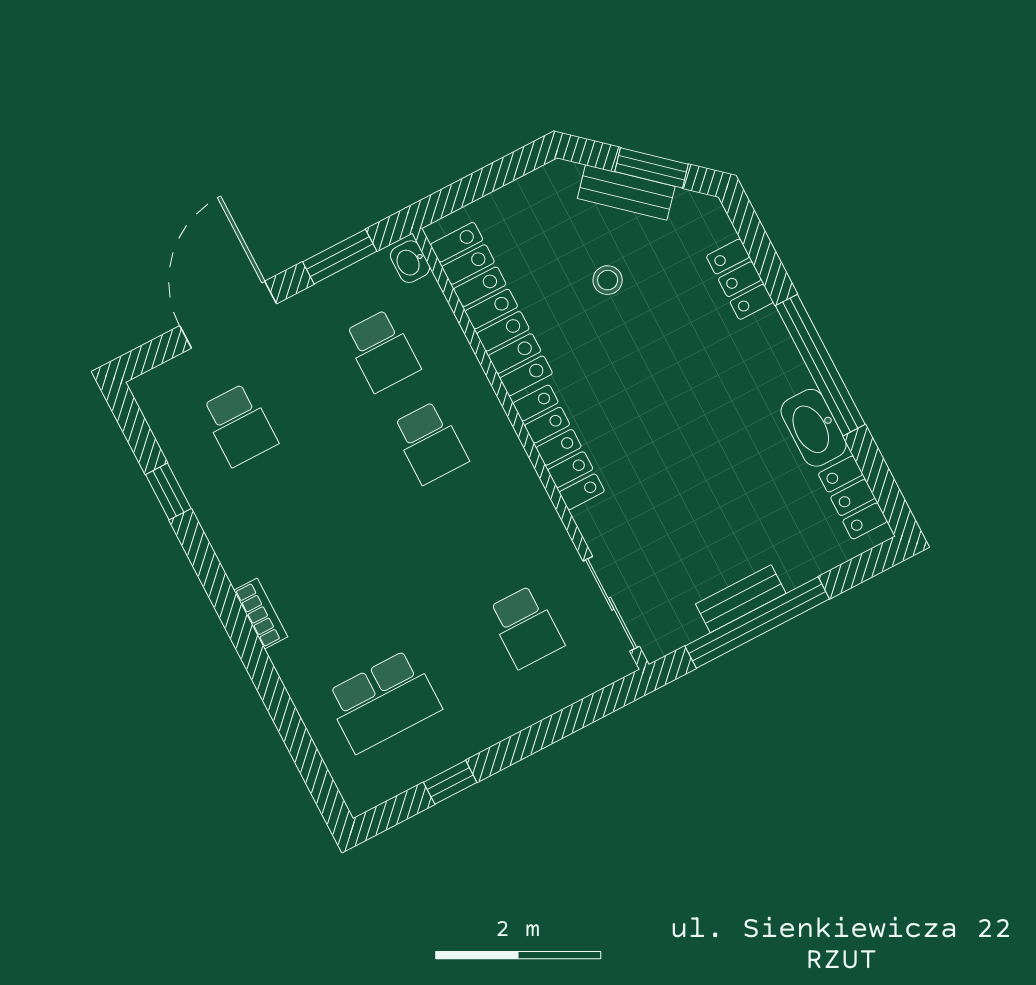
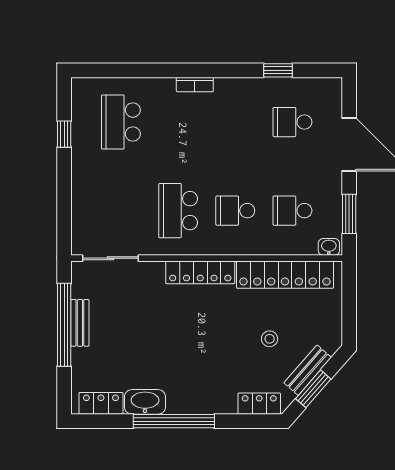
locker: (740, 279) -> (259, 404), moved
school desk: (526, 627) -> (178, 211), moved, width x1.85

